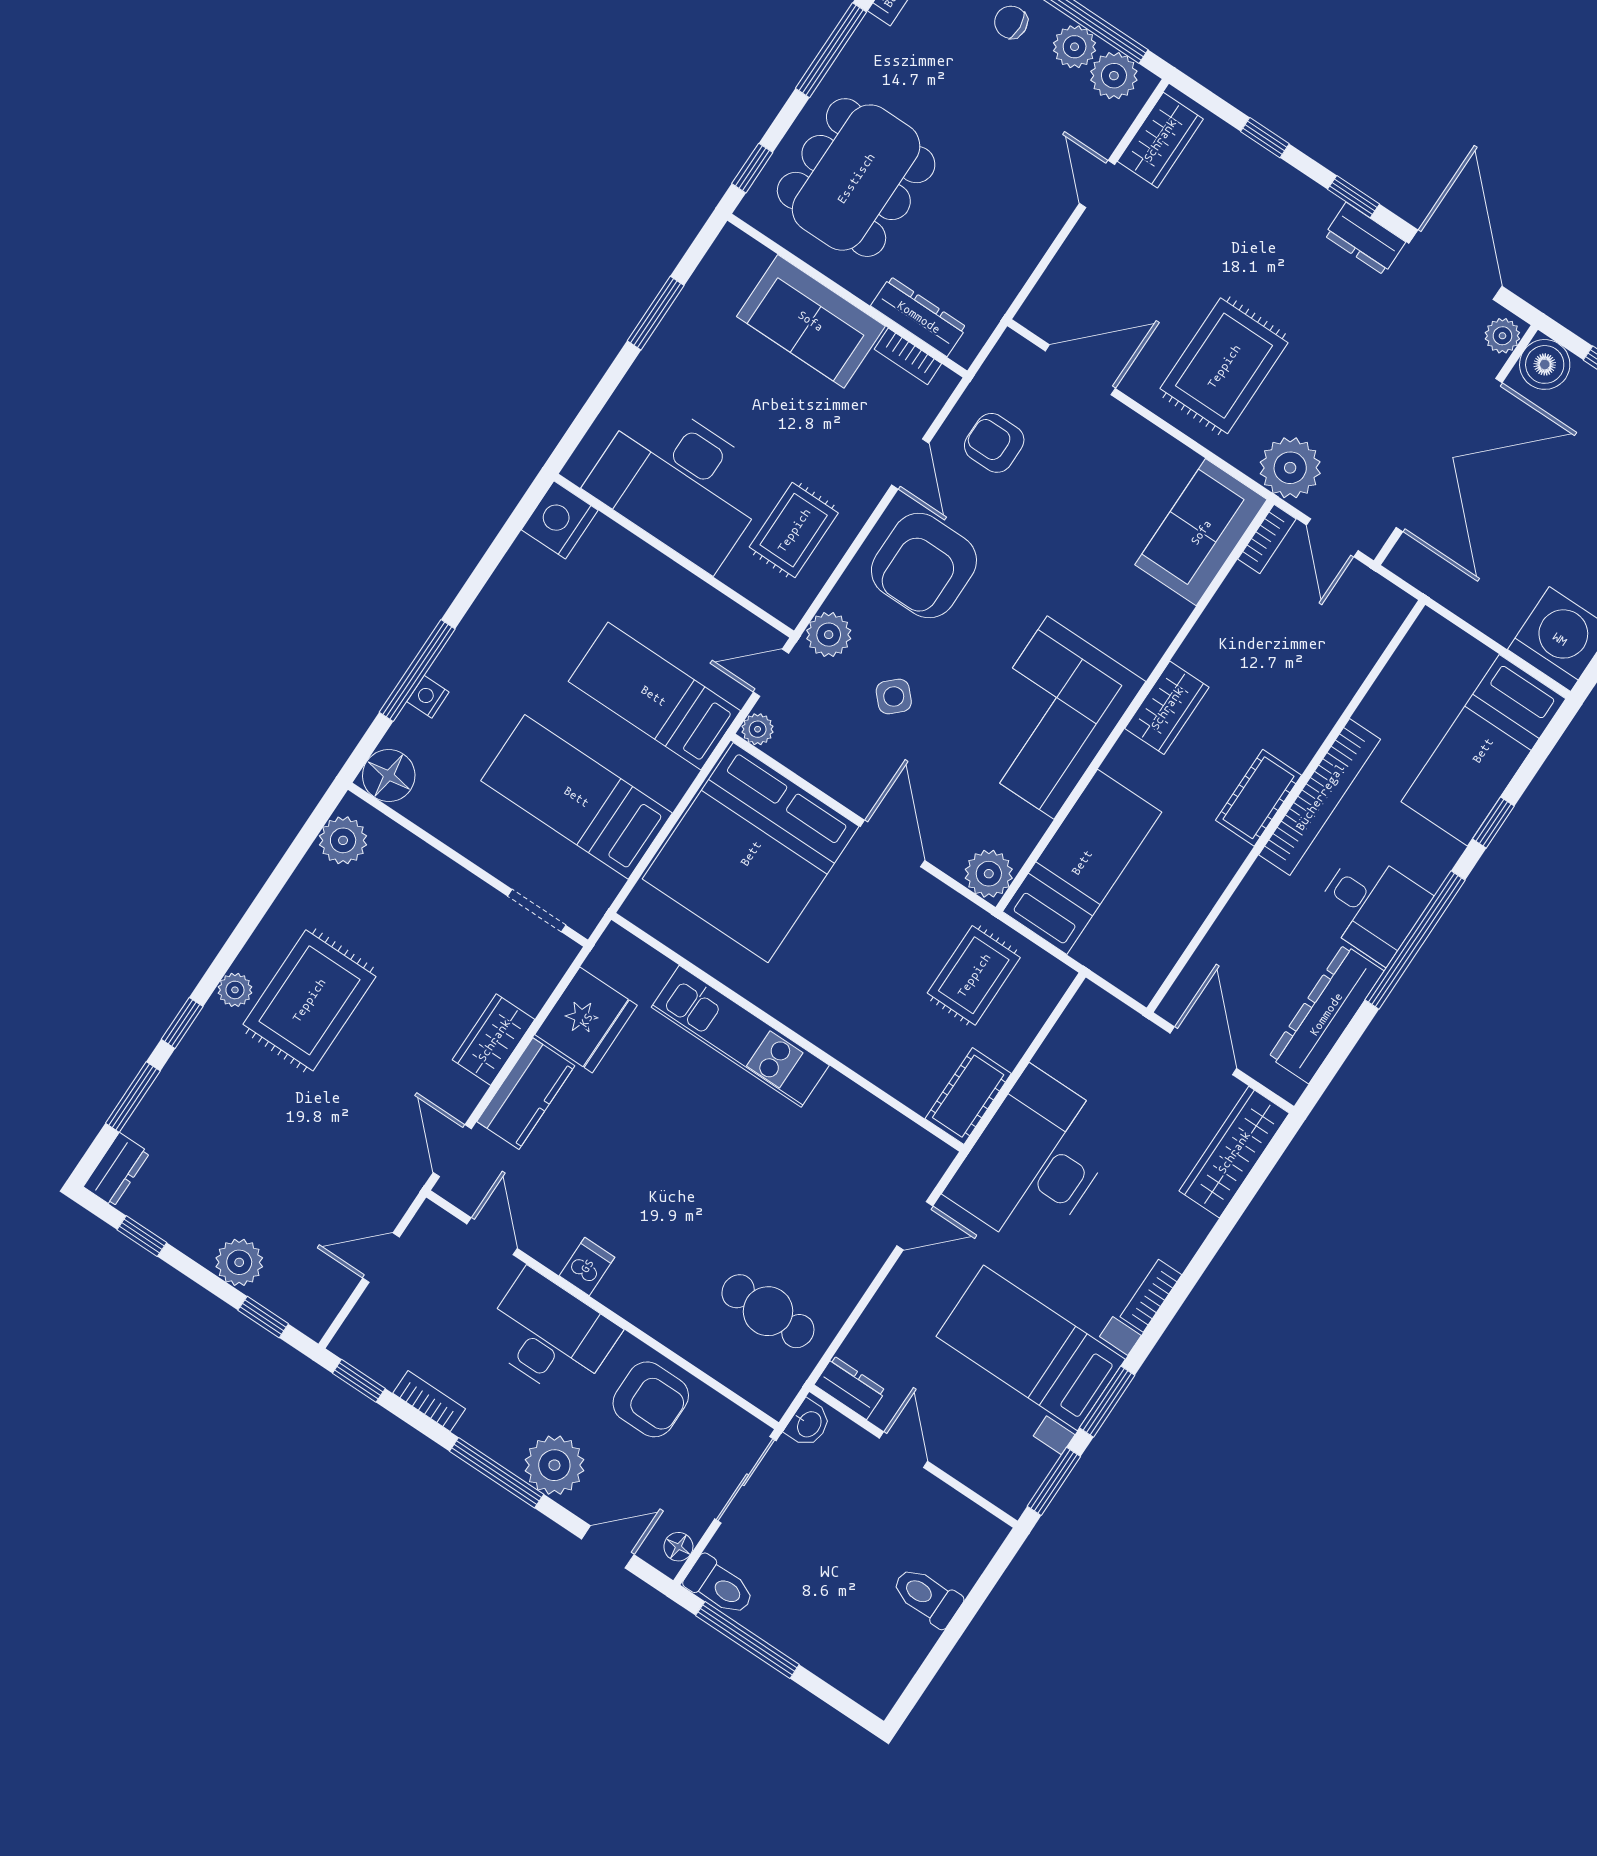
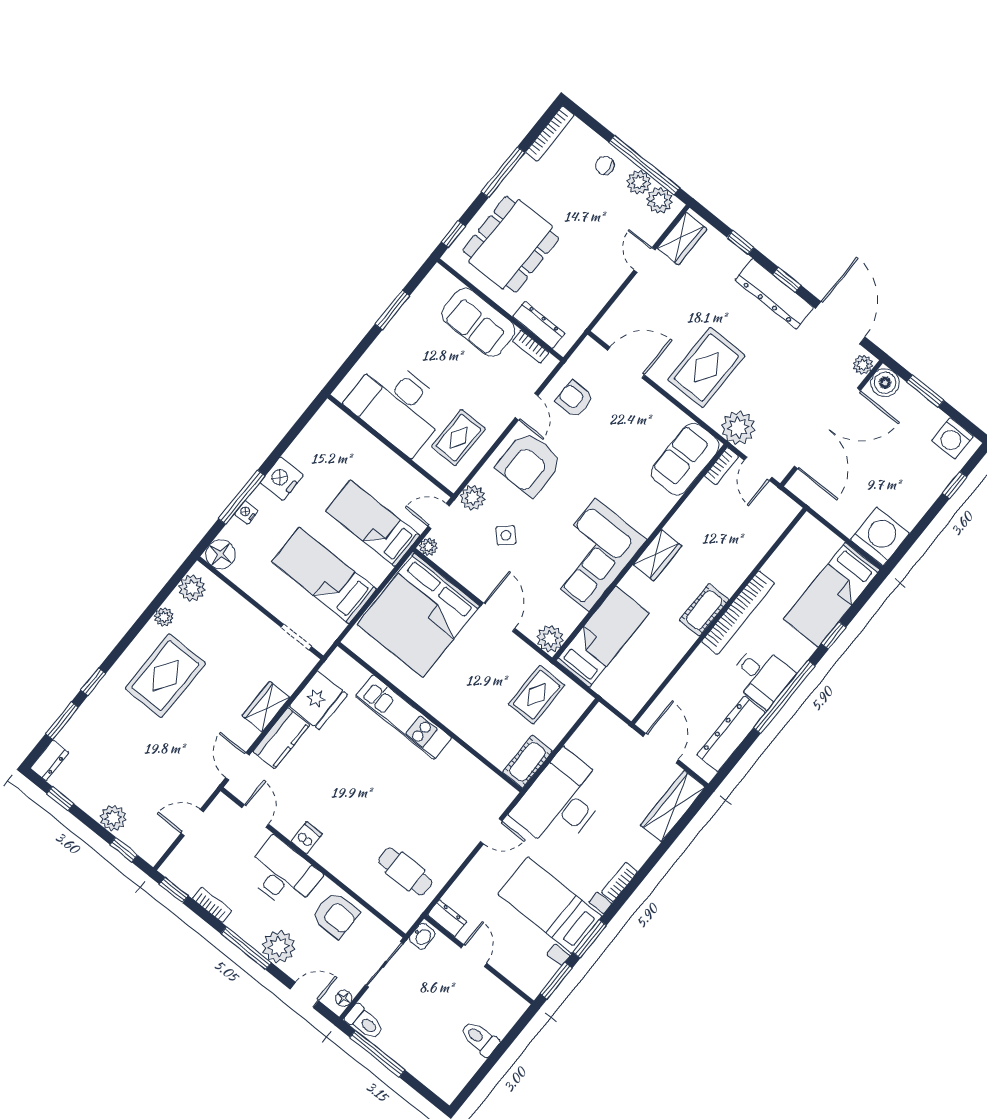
dresser: (1365, 239) -> (774, 294), width x1.96, depth x1.24
nightstand: (560, 520) -> (282, 479), moved
plant: (235, 990) -> (164, 617), moved

